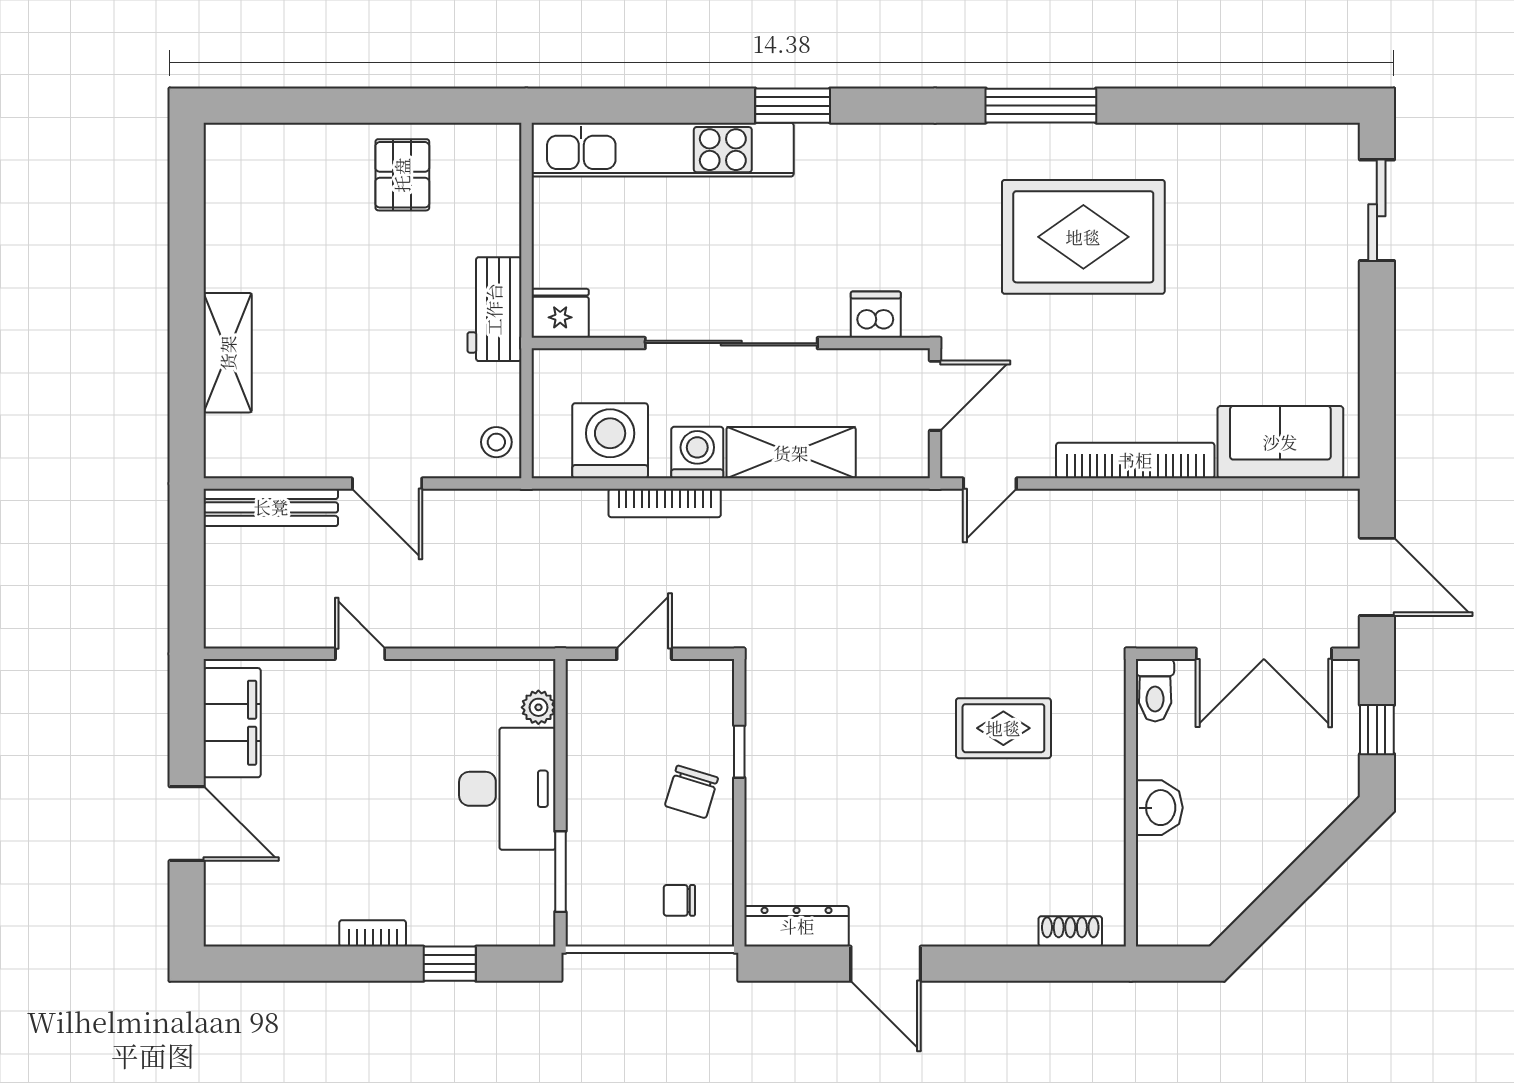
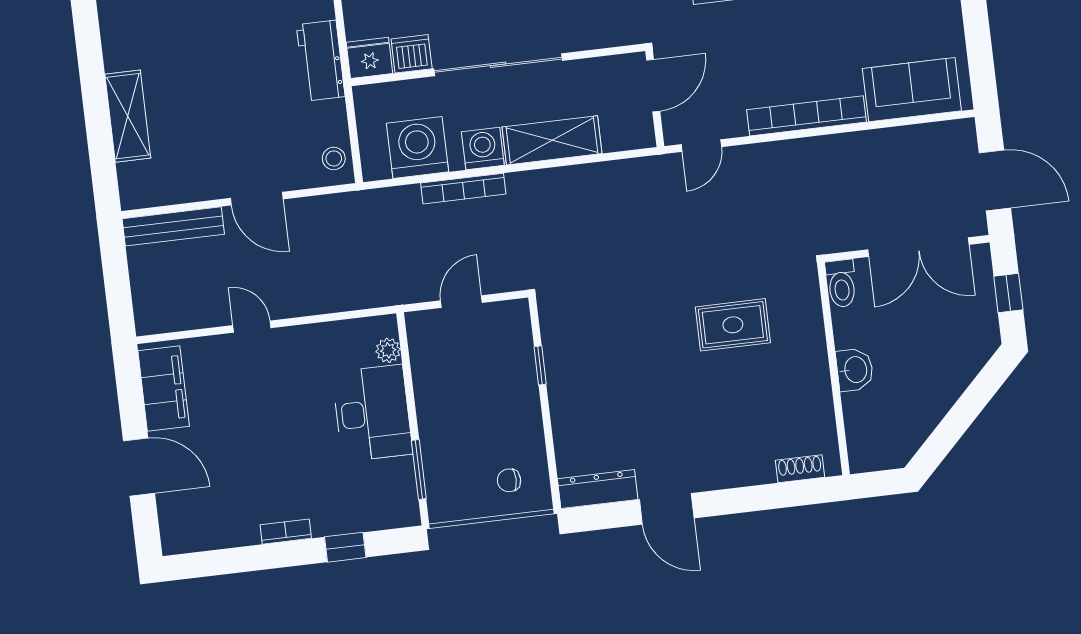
dishwasher: (876, 315) -> (412, 54), moved
chair: (691, 792) -> (508, 399), removed

